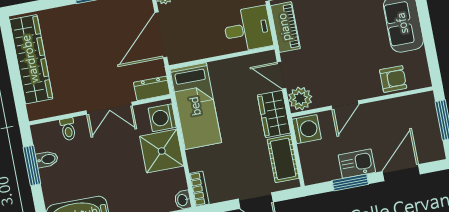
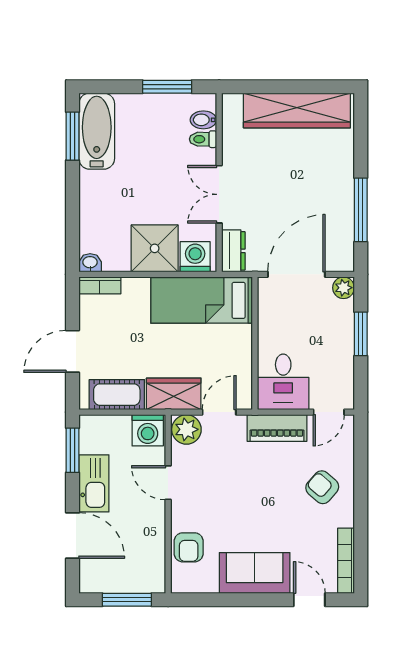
door: (161, 35) -> (296, 274), hinge flipped
bidet: (47, 159) -> (203, 120), moved, turned 90
kitchen sink: (357, 164) -> (94, 483), width x1.38
window: (350, 182) -> (72, 450), moved

